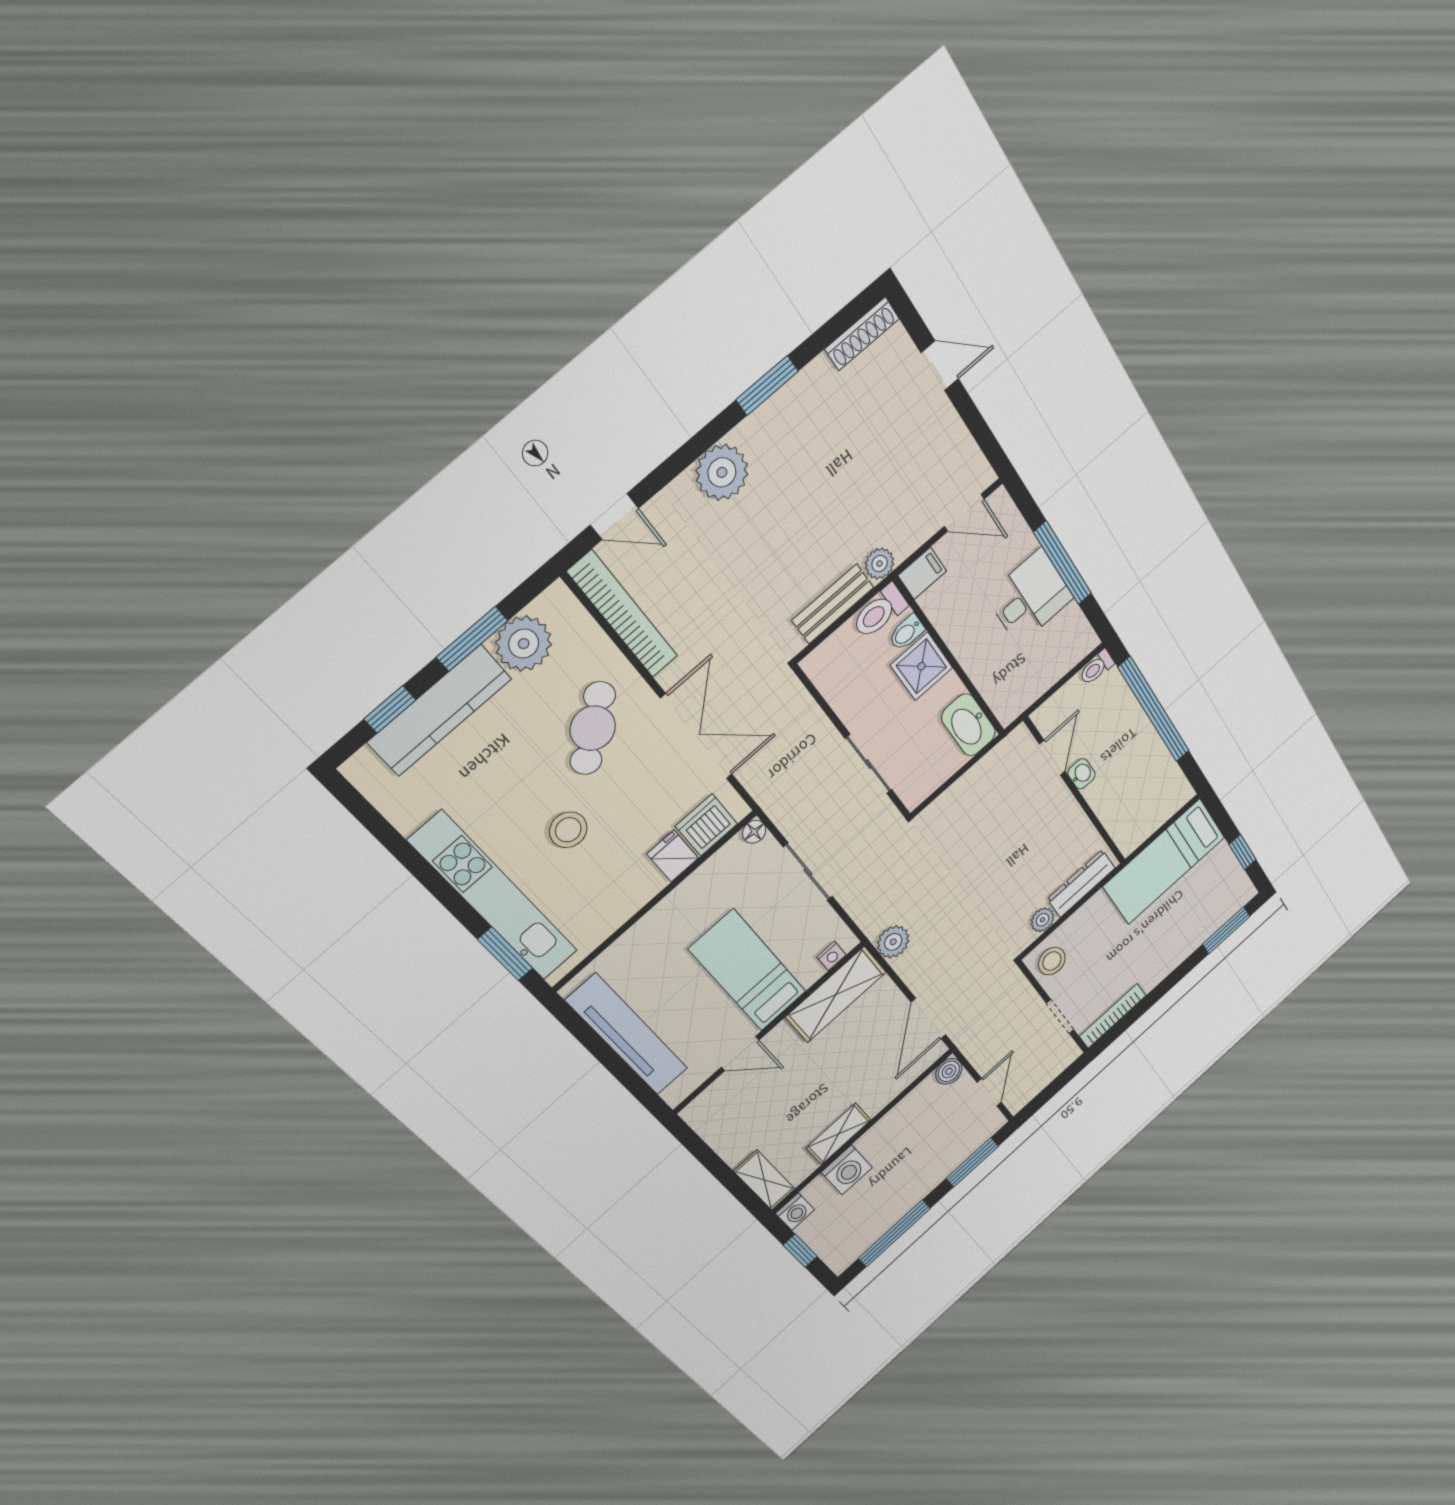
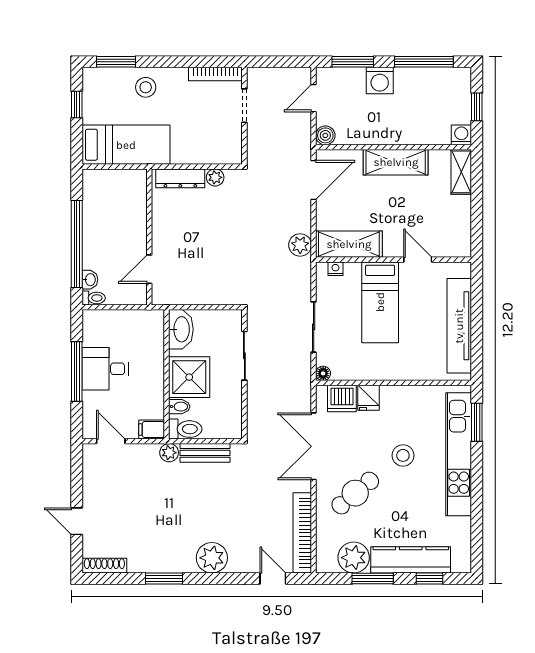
shower: (921, 666) -> (189, 377), width x1.36, depth x1.36
washbasin: (1082, 774) -> (90, 280), moved, turned 180
stool: (1052, 961) -> (146, 87), moved
shelving: (839, 1134) -> (396, 162), width x1.50, depth x1.33
washing machine: (847, 1170) -> (380, 81), moved, turned 180

